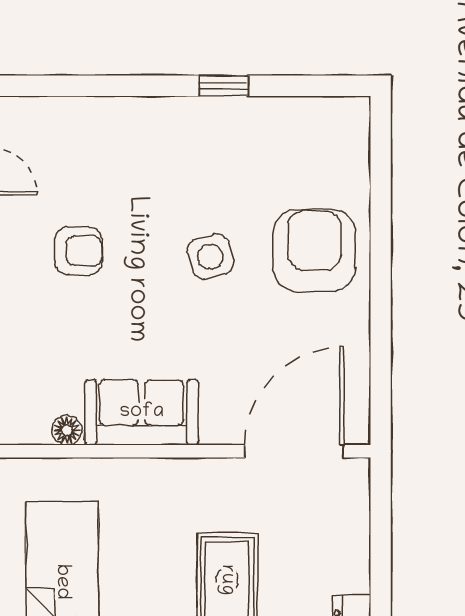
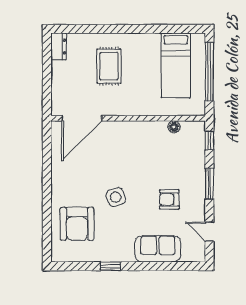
armchair: (314, 250) -> (77, 224), moved
sofa: (142, 412) -> (158, 249), moved, turned 180

